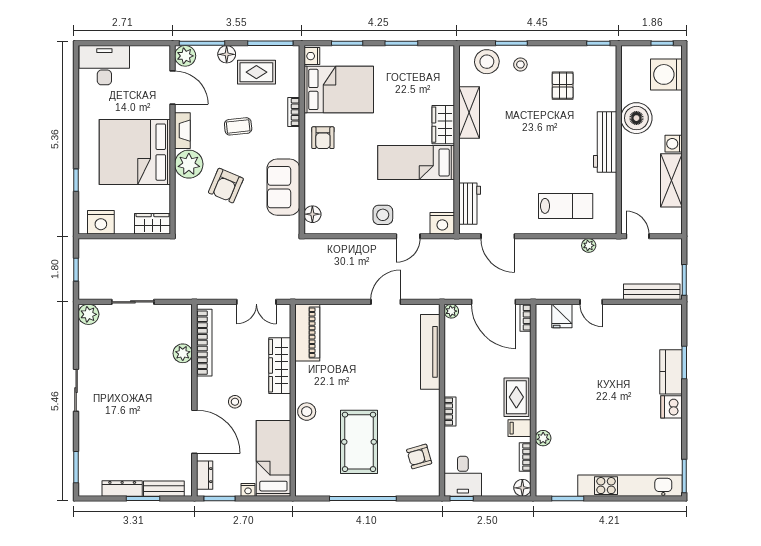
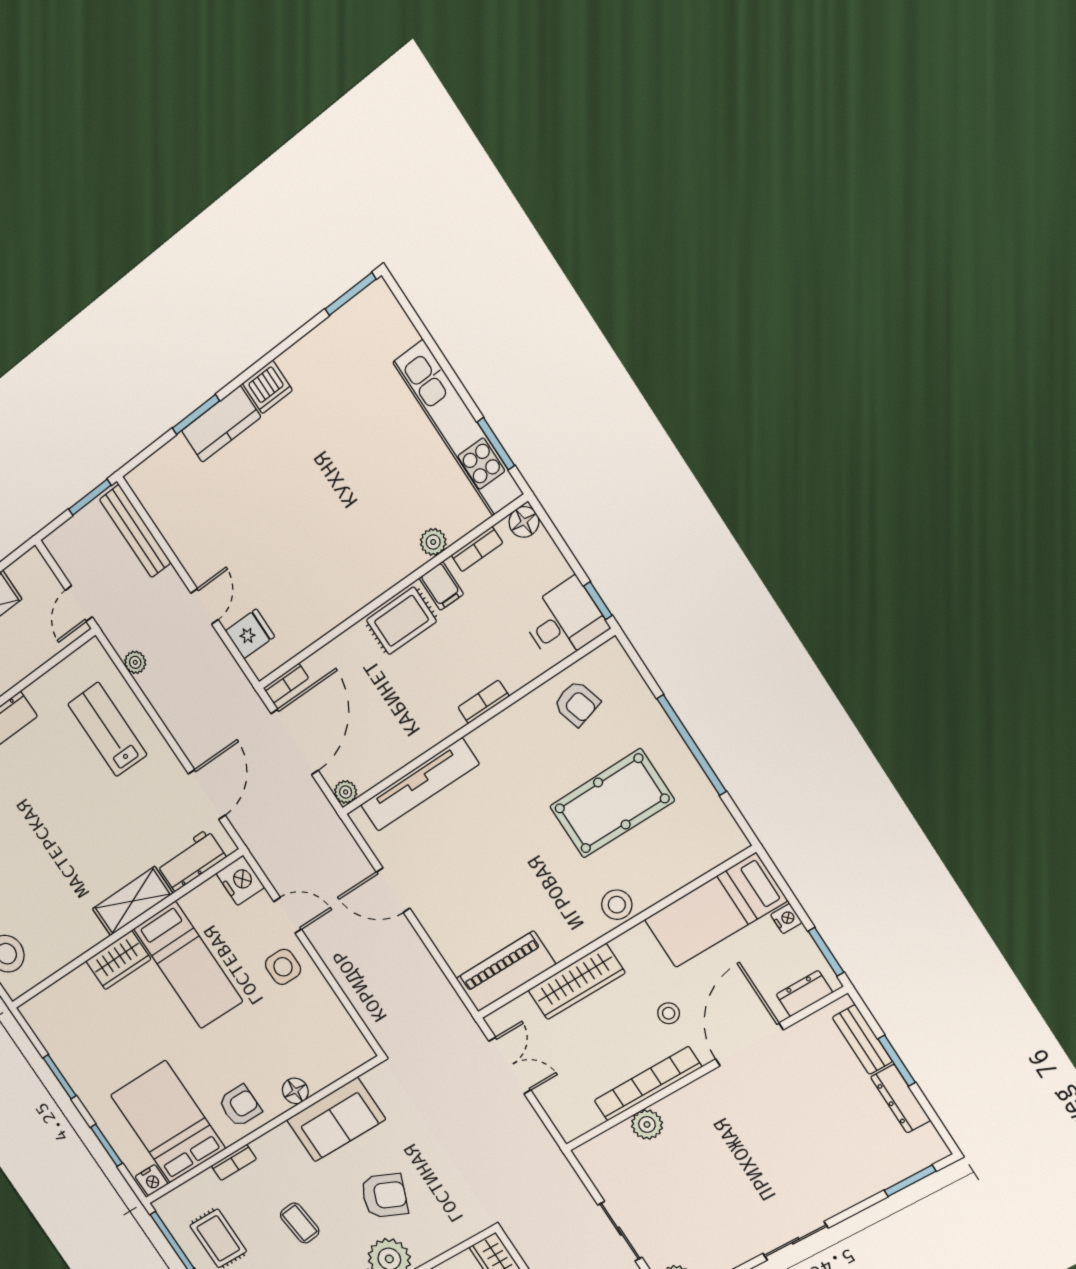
shelving: (469, 113) -> (133, 901), moved
floor lamp: (312, 214) -> (295, 1091), moved
bookcase: (204, 343) -> (648, 1084), moved
kitchen unit: (630, 486) -> (458, 428), moved

